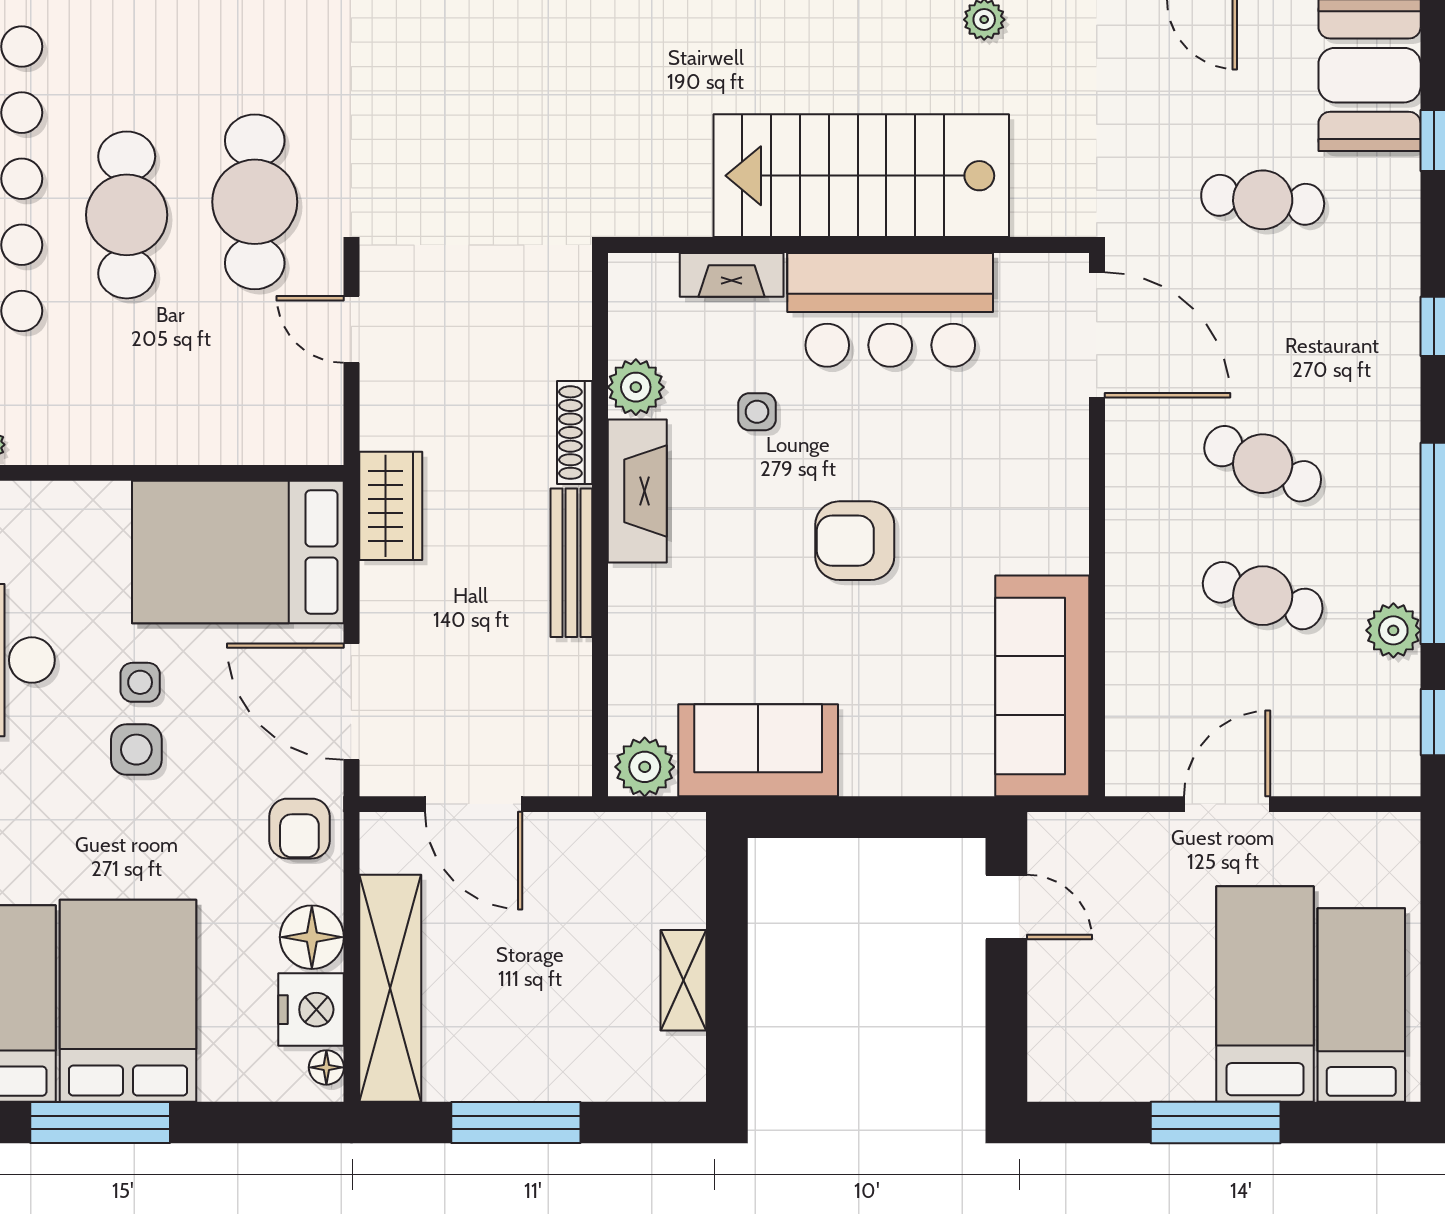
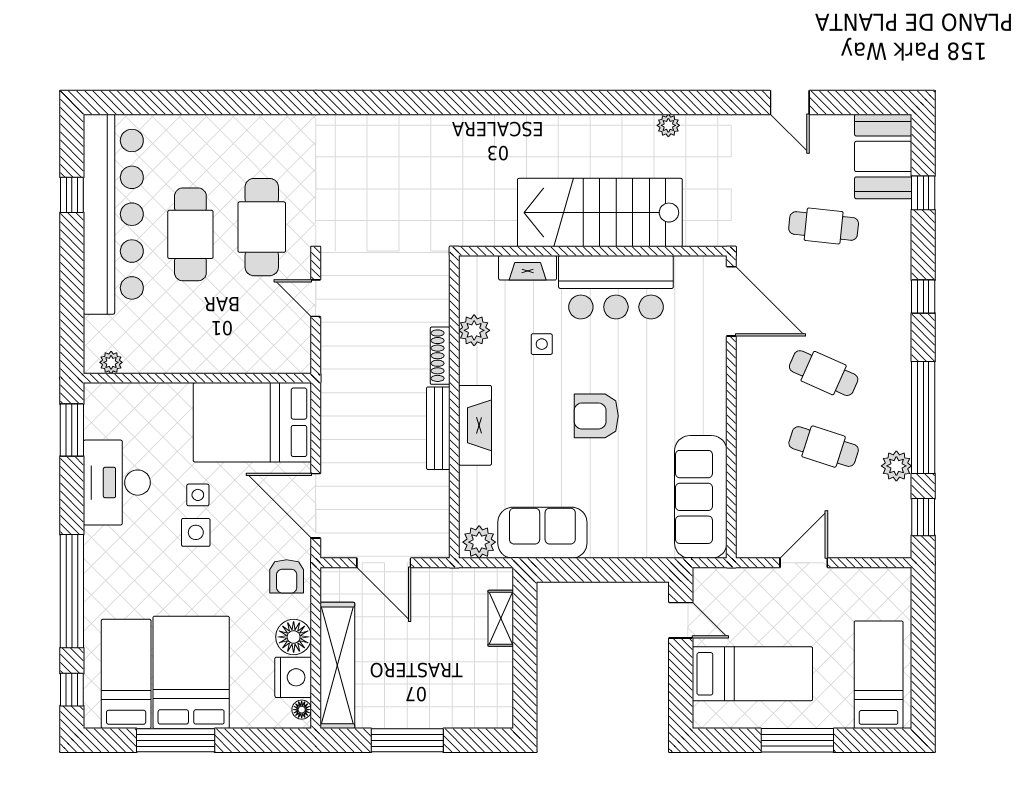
fireplace: (637, 491) -> (475, 425), moved
wardrobe: (391, 506) -> (338, 397), removed
shelving: (683, 980) -> (501, 618), moved
bed: (1265, 994) -> (752, 674), moved, turned 90

